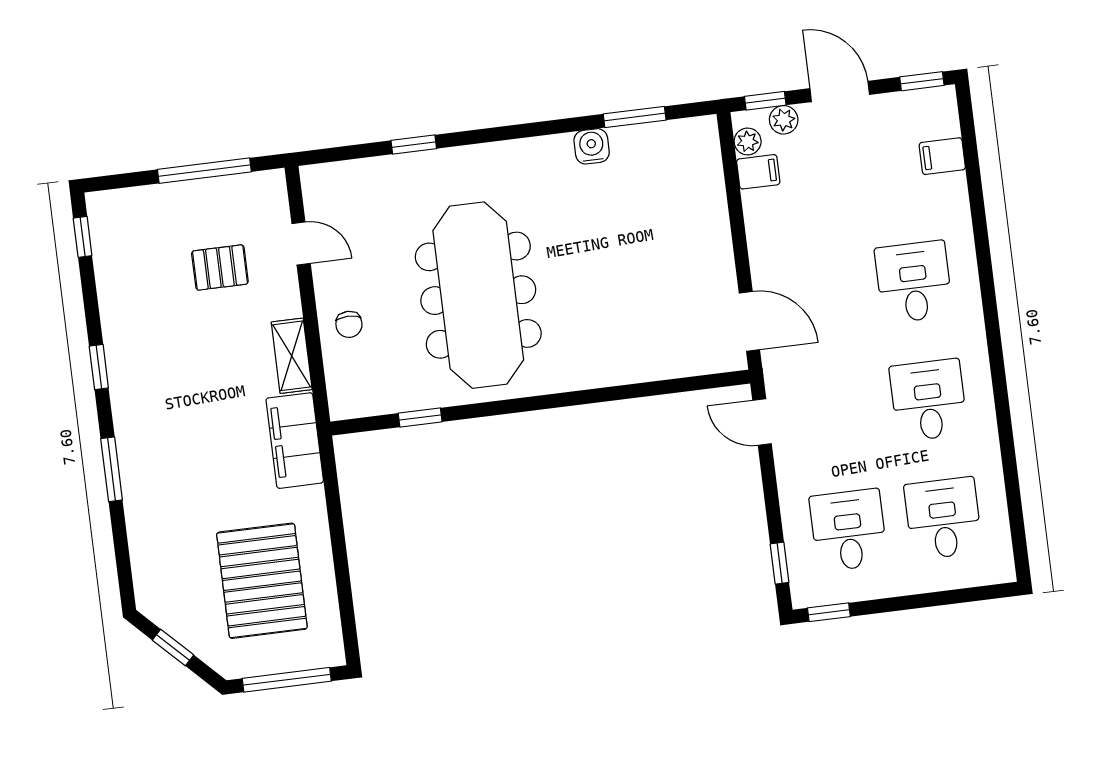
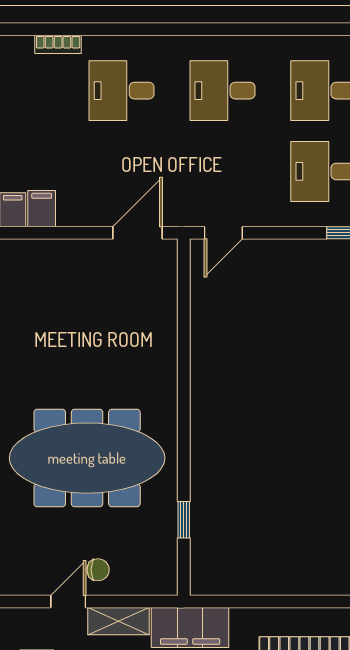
filing cabinet: (942, 156) -> (42, 209), moved, turned 180
bookcase: (959, 201) -> (58, 44), added
door: (301, 243) -> (68, 602), moved

